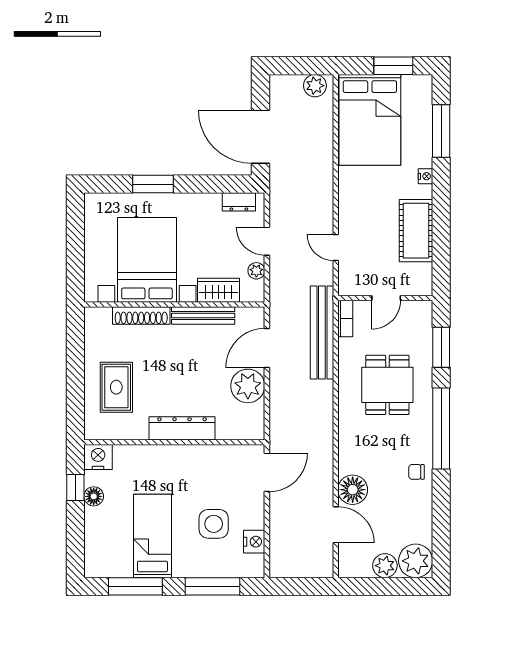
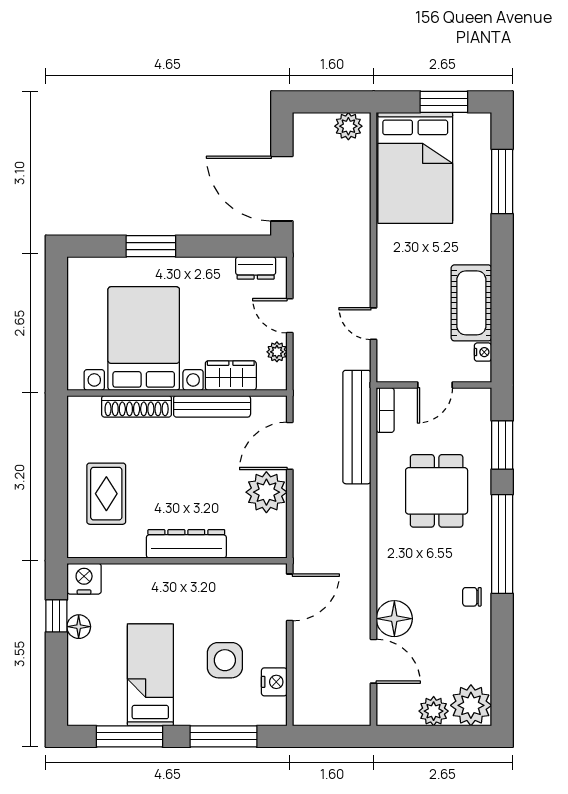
nightstand: (425, 176) -> (483, 352), moved

